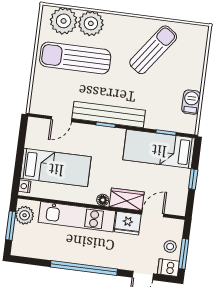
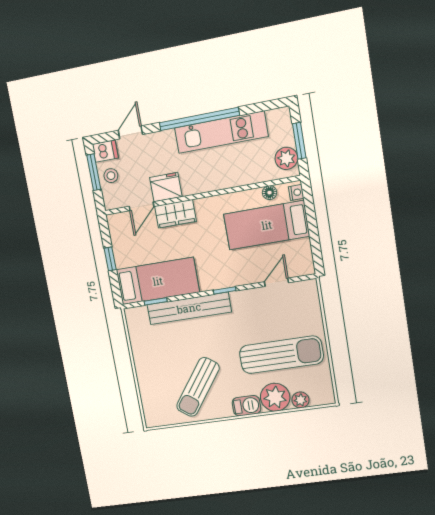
plant: (64, 21) -> (300, 400), width x0.53, depth x0.53
barbecue: (191, 102) -> (246, 406), moved, turned -90
bench: (109, 114) -> (189, 308), moved
floor lamp: (103, 200) -> (269, 193), moved
kitchen unit: (77, 217) -> (221, 132), moved, turned 180

